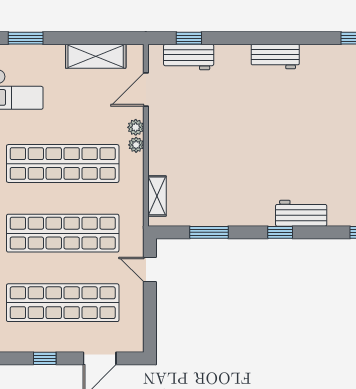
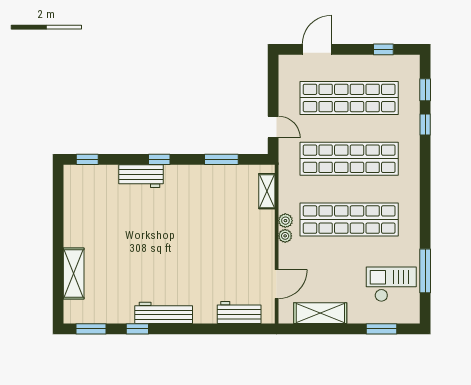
window: (189, 38) -> (137, 329), moved
workbench: (275, 57) -> (164, 313), width x1.38
plant: (136, 127) -> (285, 221), moved
window: (45, 358) -> (383, 49), moved

